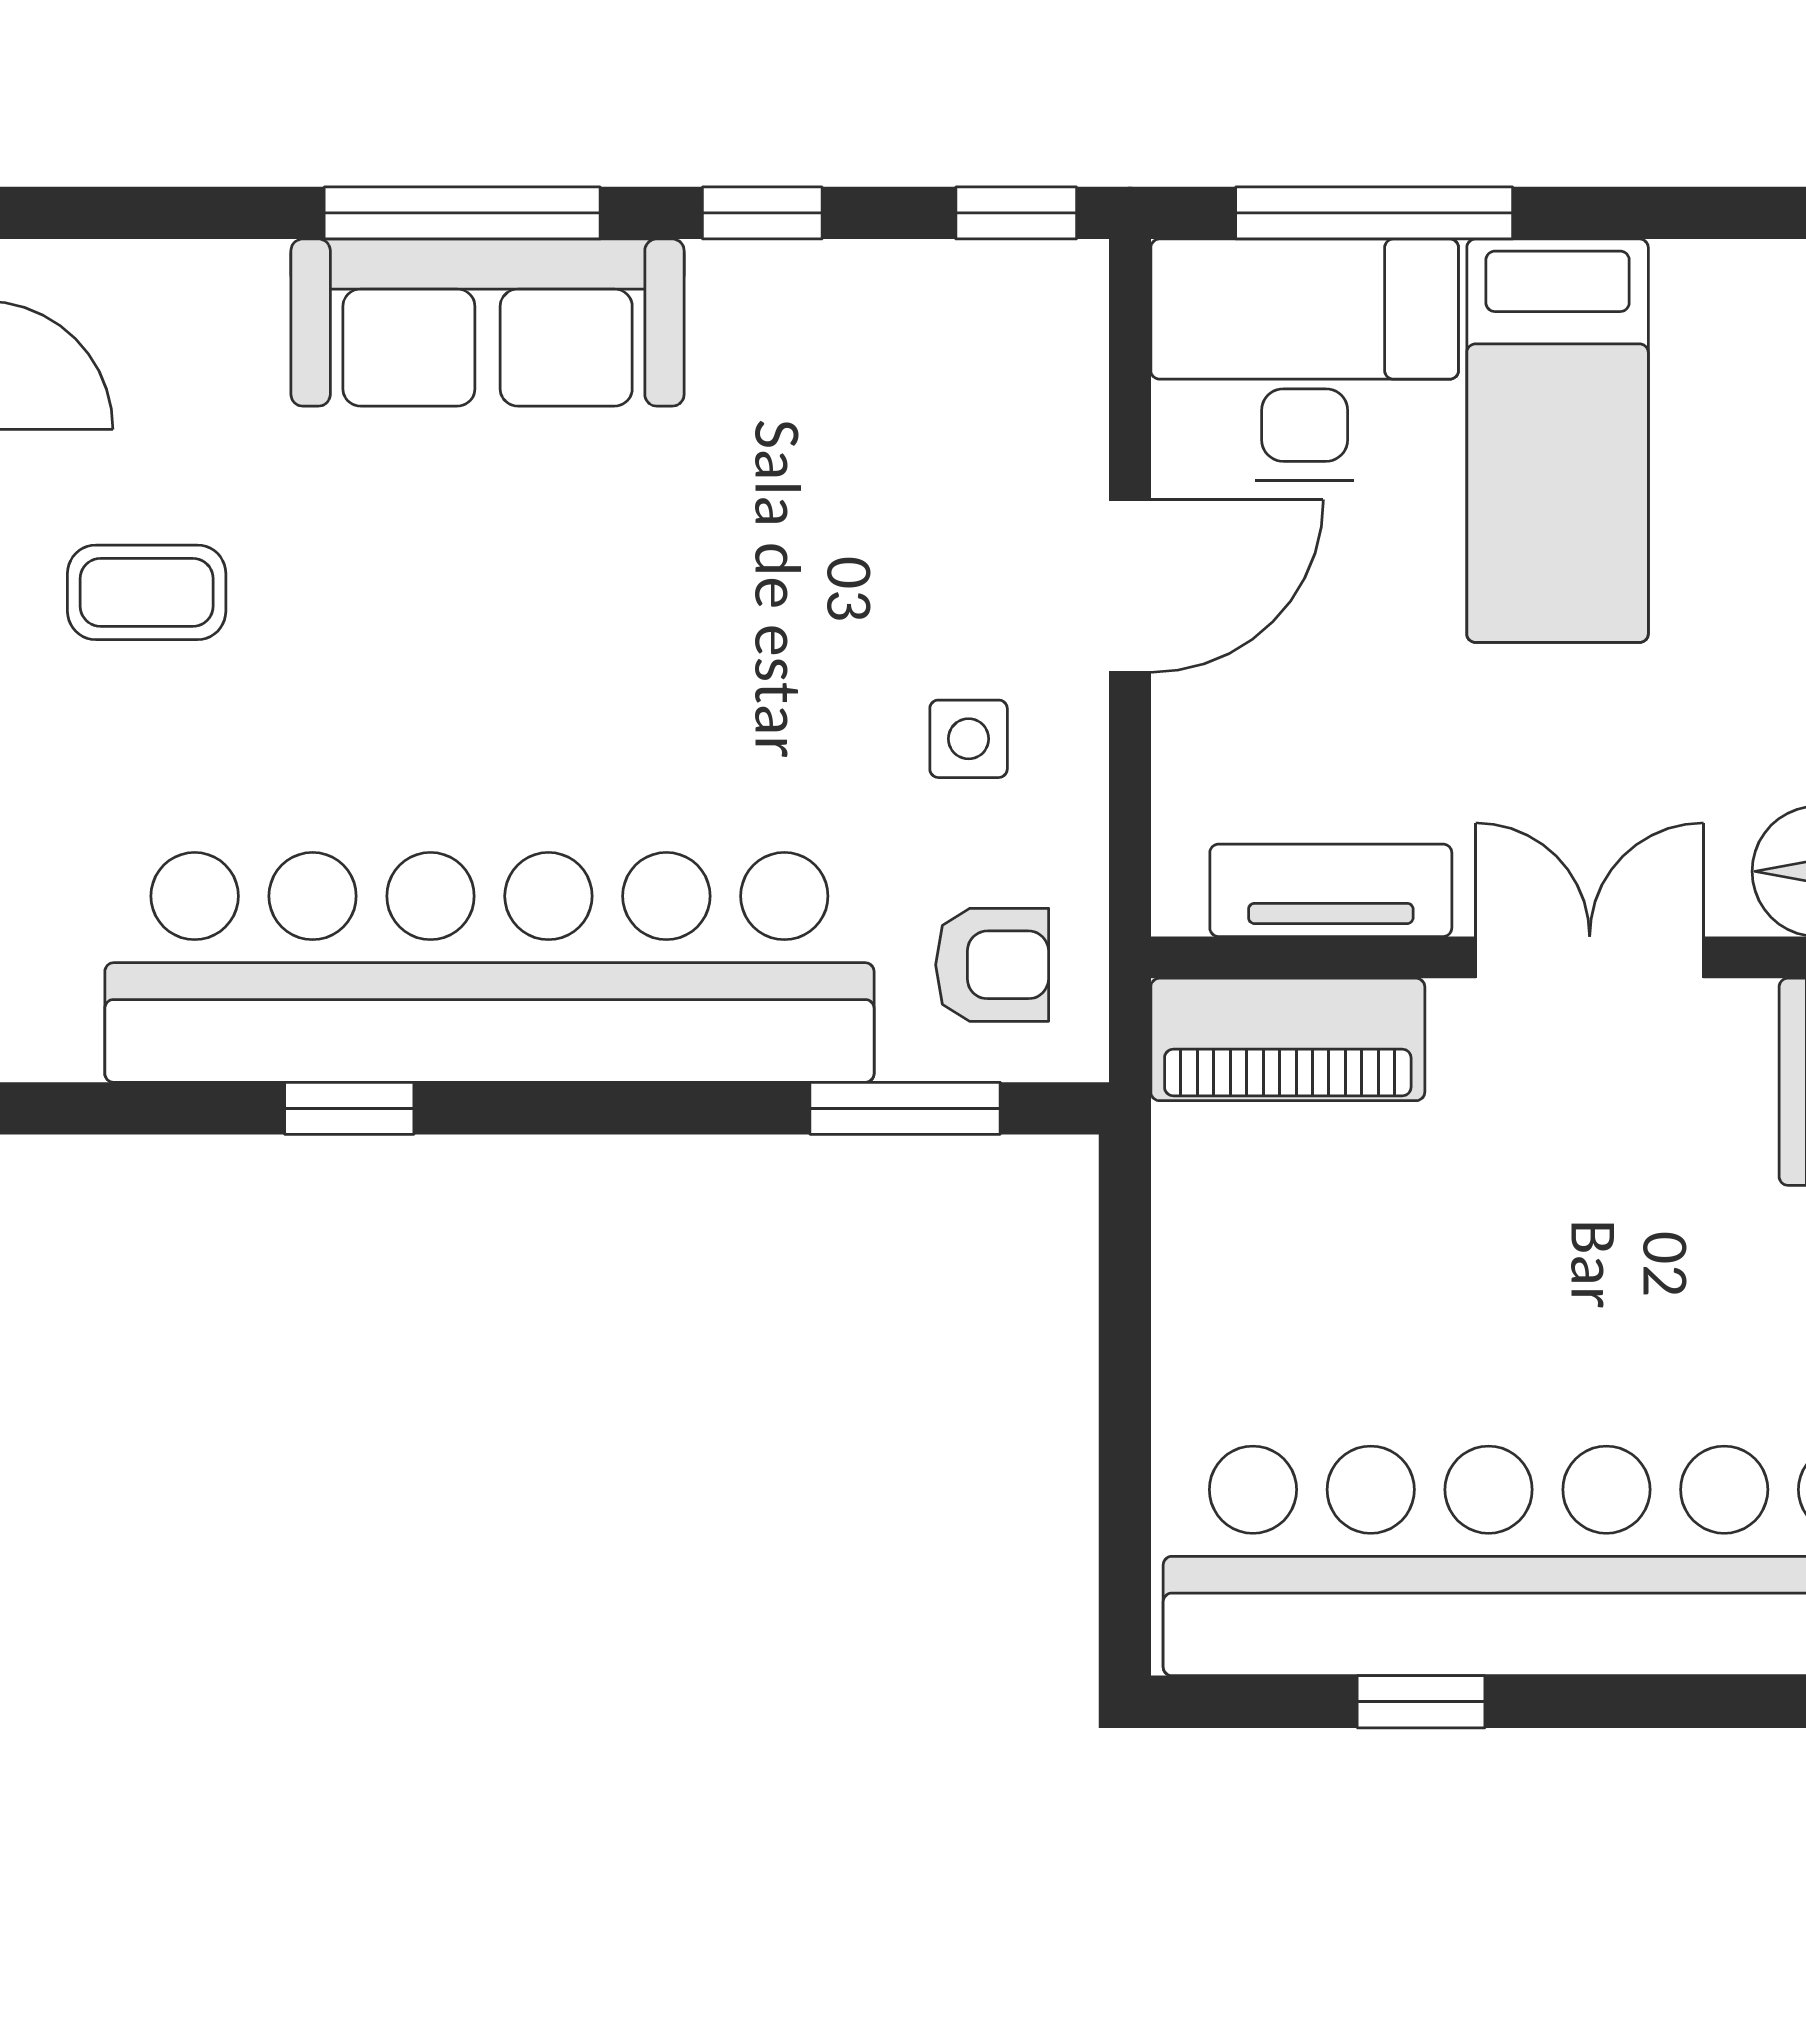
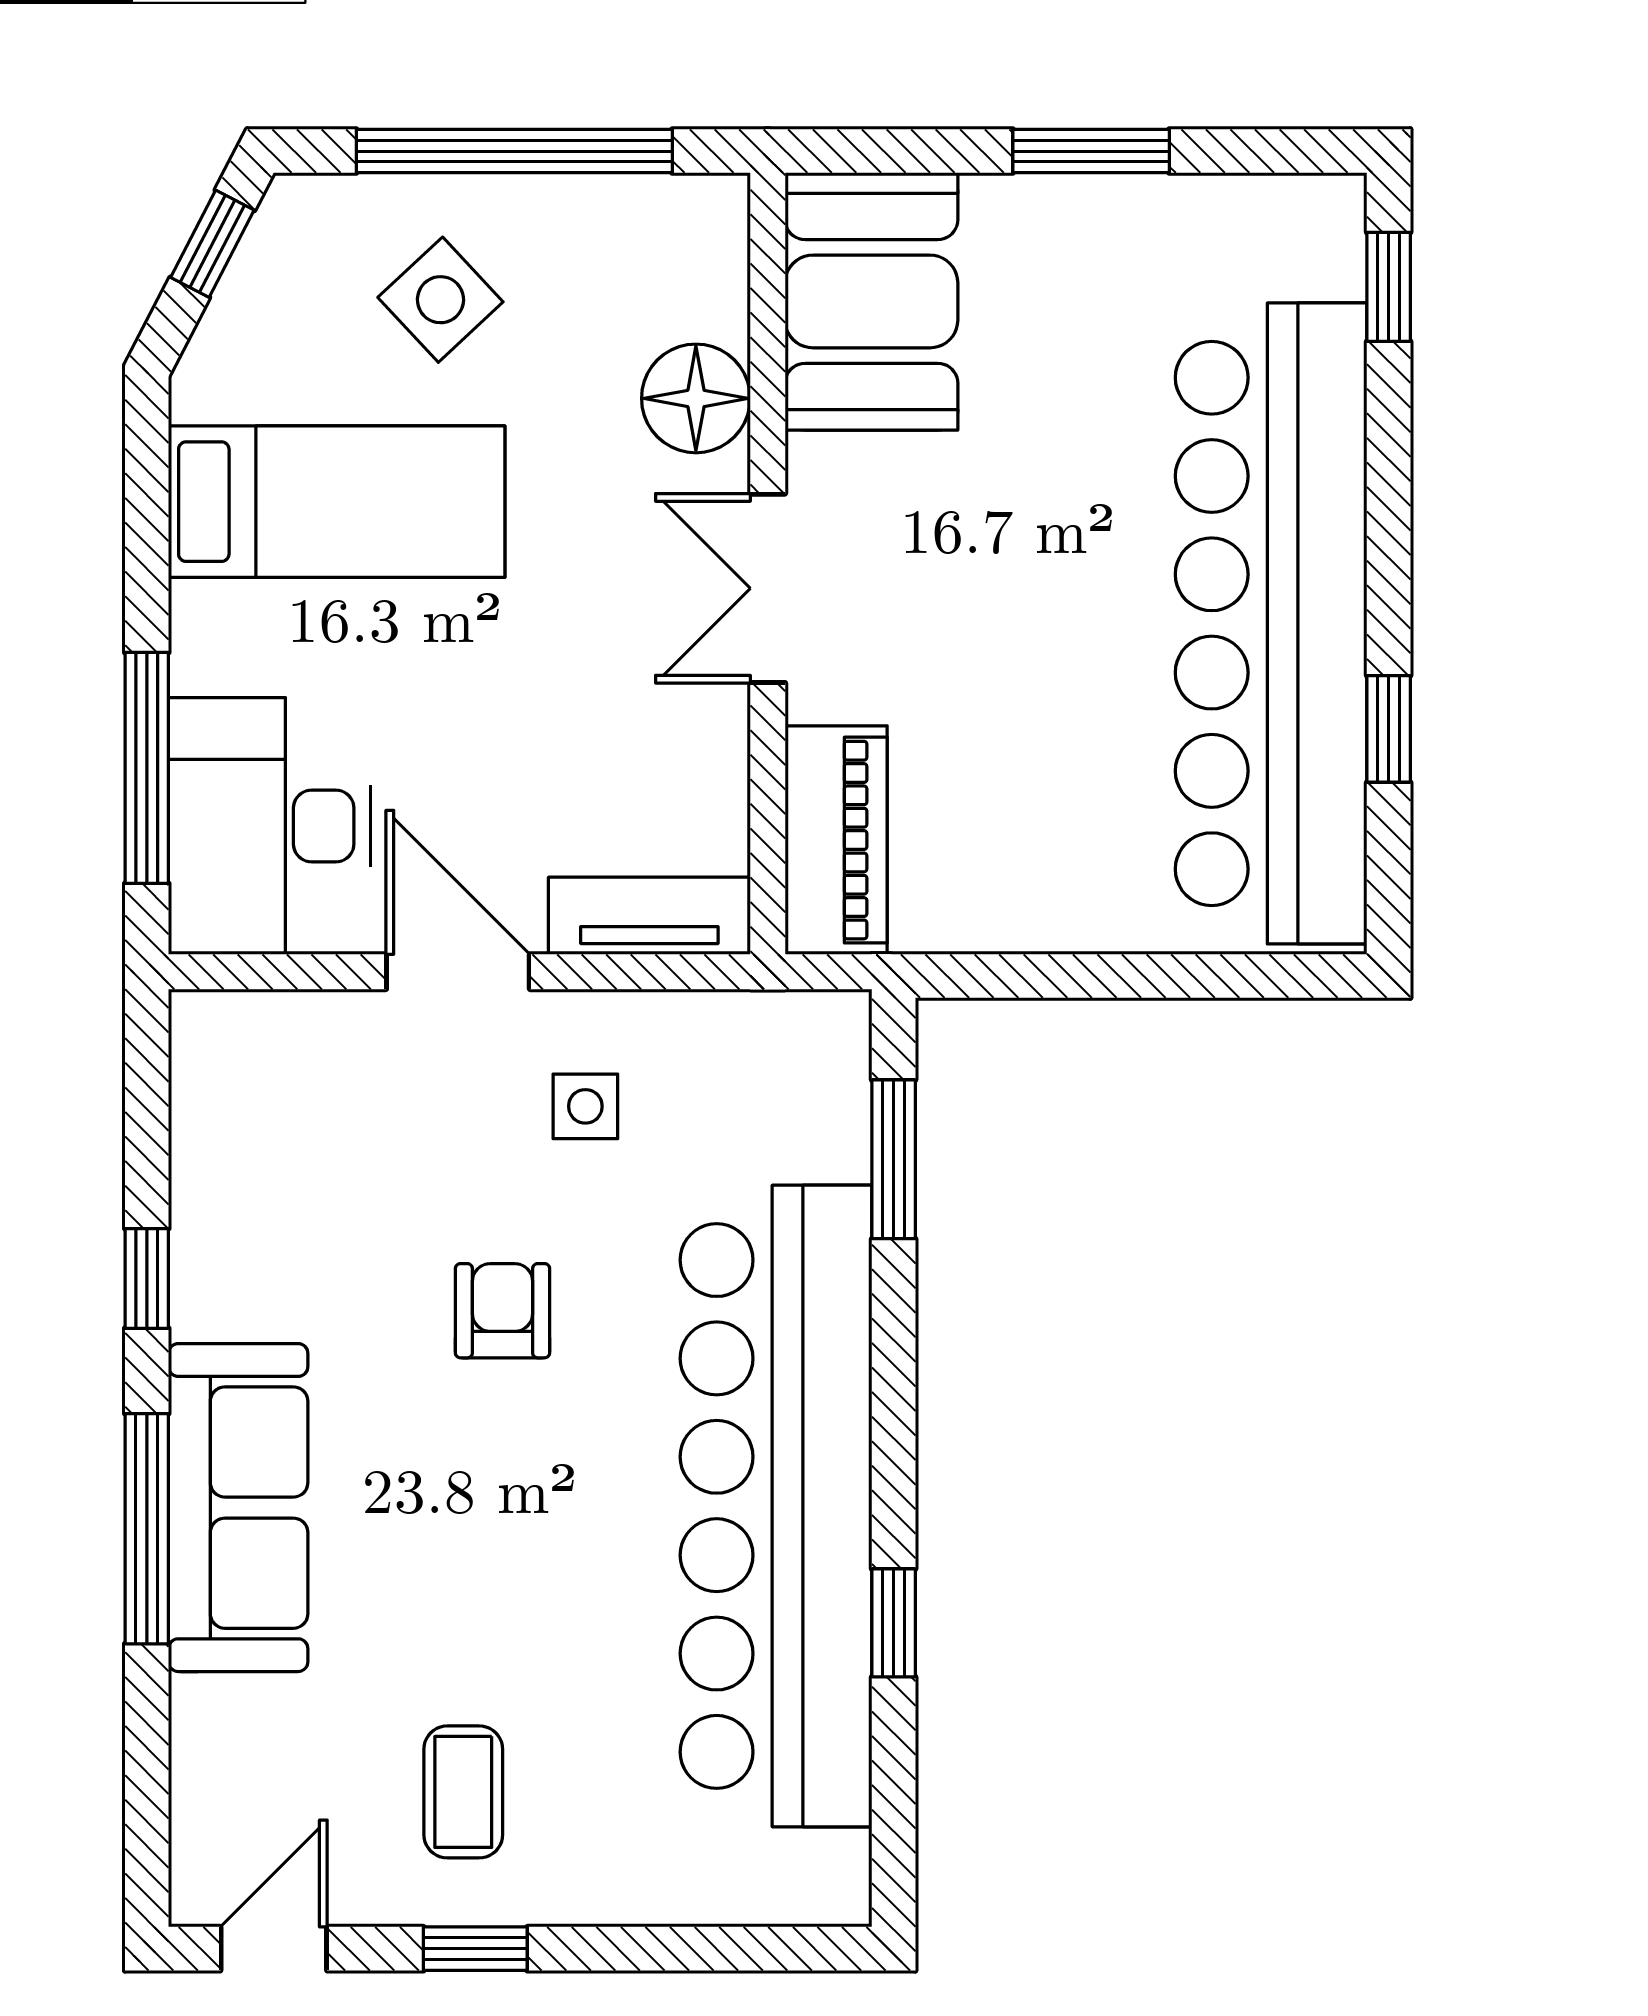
window: (1016, 213) -> (147, 1067), removed
bed: (1558, 441) -> (337, 502), moved
tv unit: (1331, 890) -> (649, 916), moved, turned 90
armchair: (992, 965) -> (503, 1311), moved

